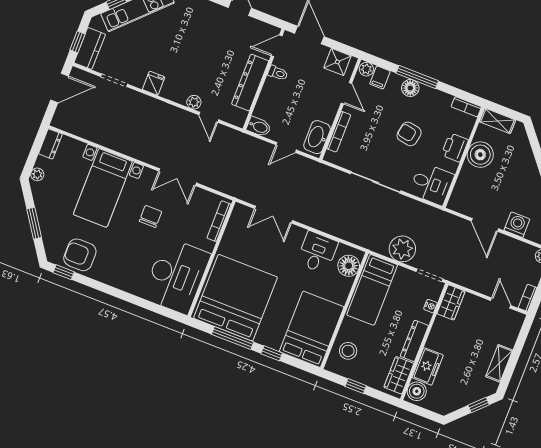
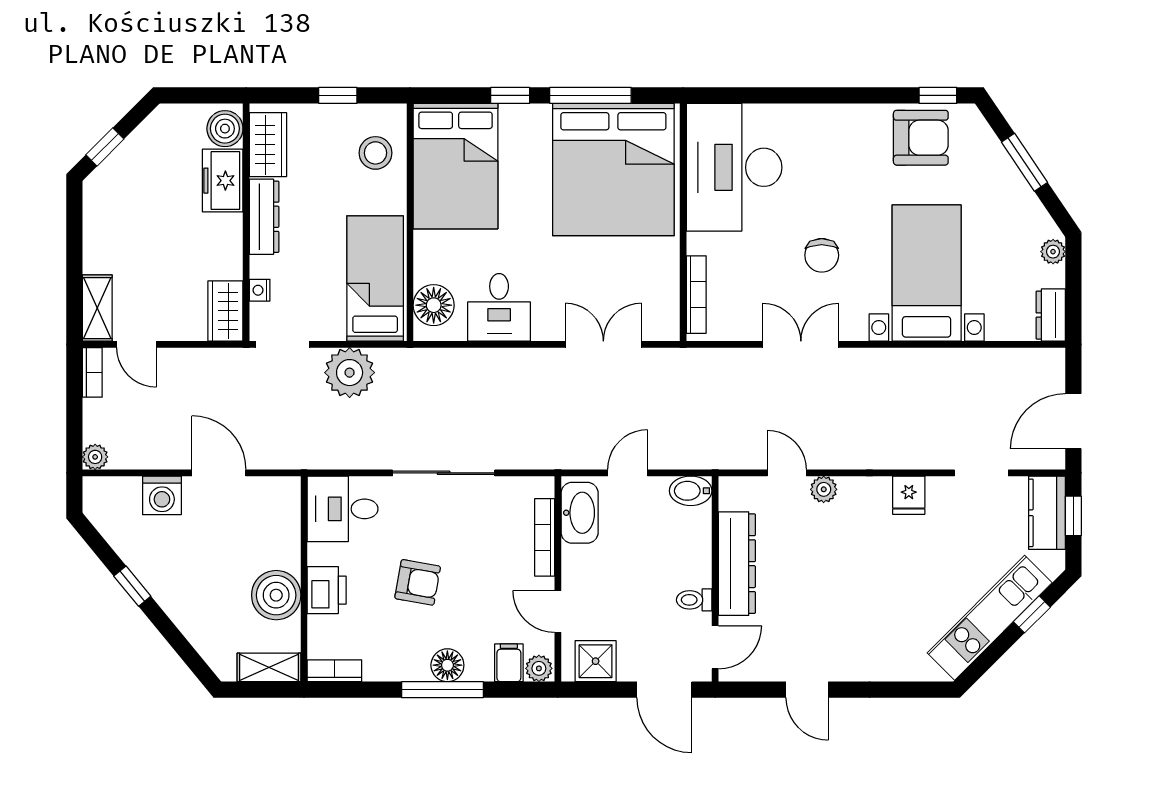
shelving: (499, 363) -> (97, 308), moved

